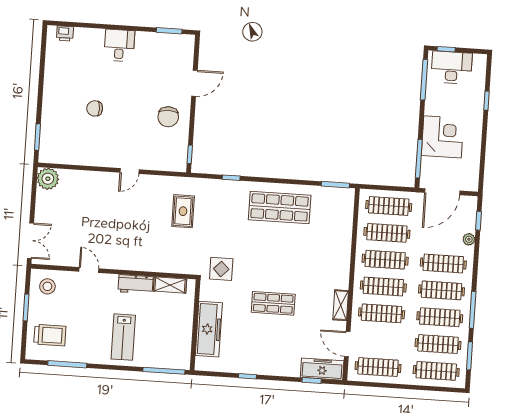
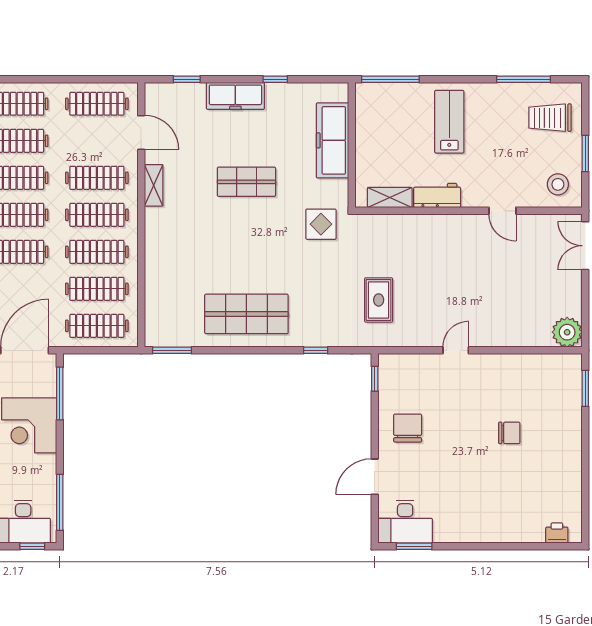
desk: (119, 45) -> (405, 522), moved, width x1.37
freezer: (322, 369) -> (235, 96), moved

